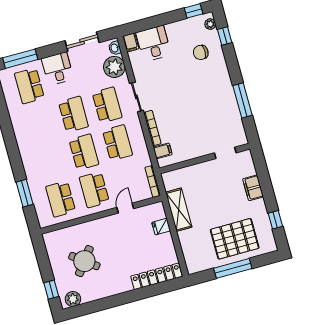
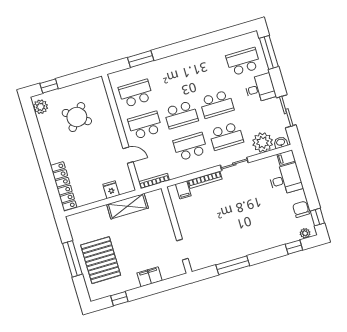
chair: (201, 52) -> (301, 209), moved
school desk: (118, 143) -> (190, 147), turned 180

